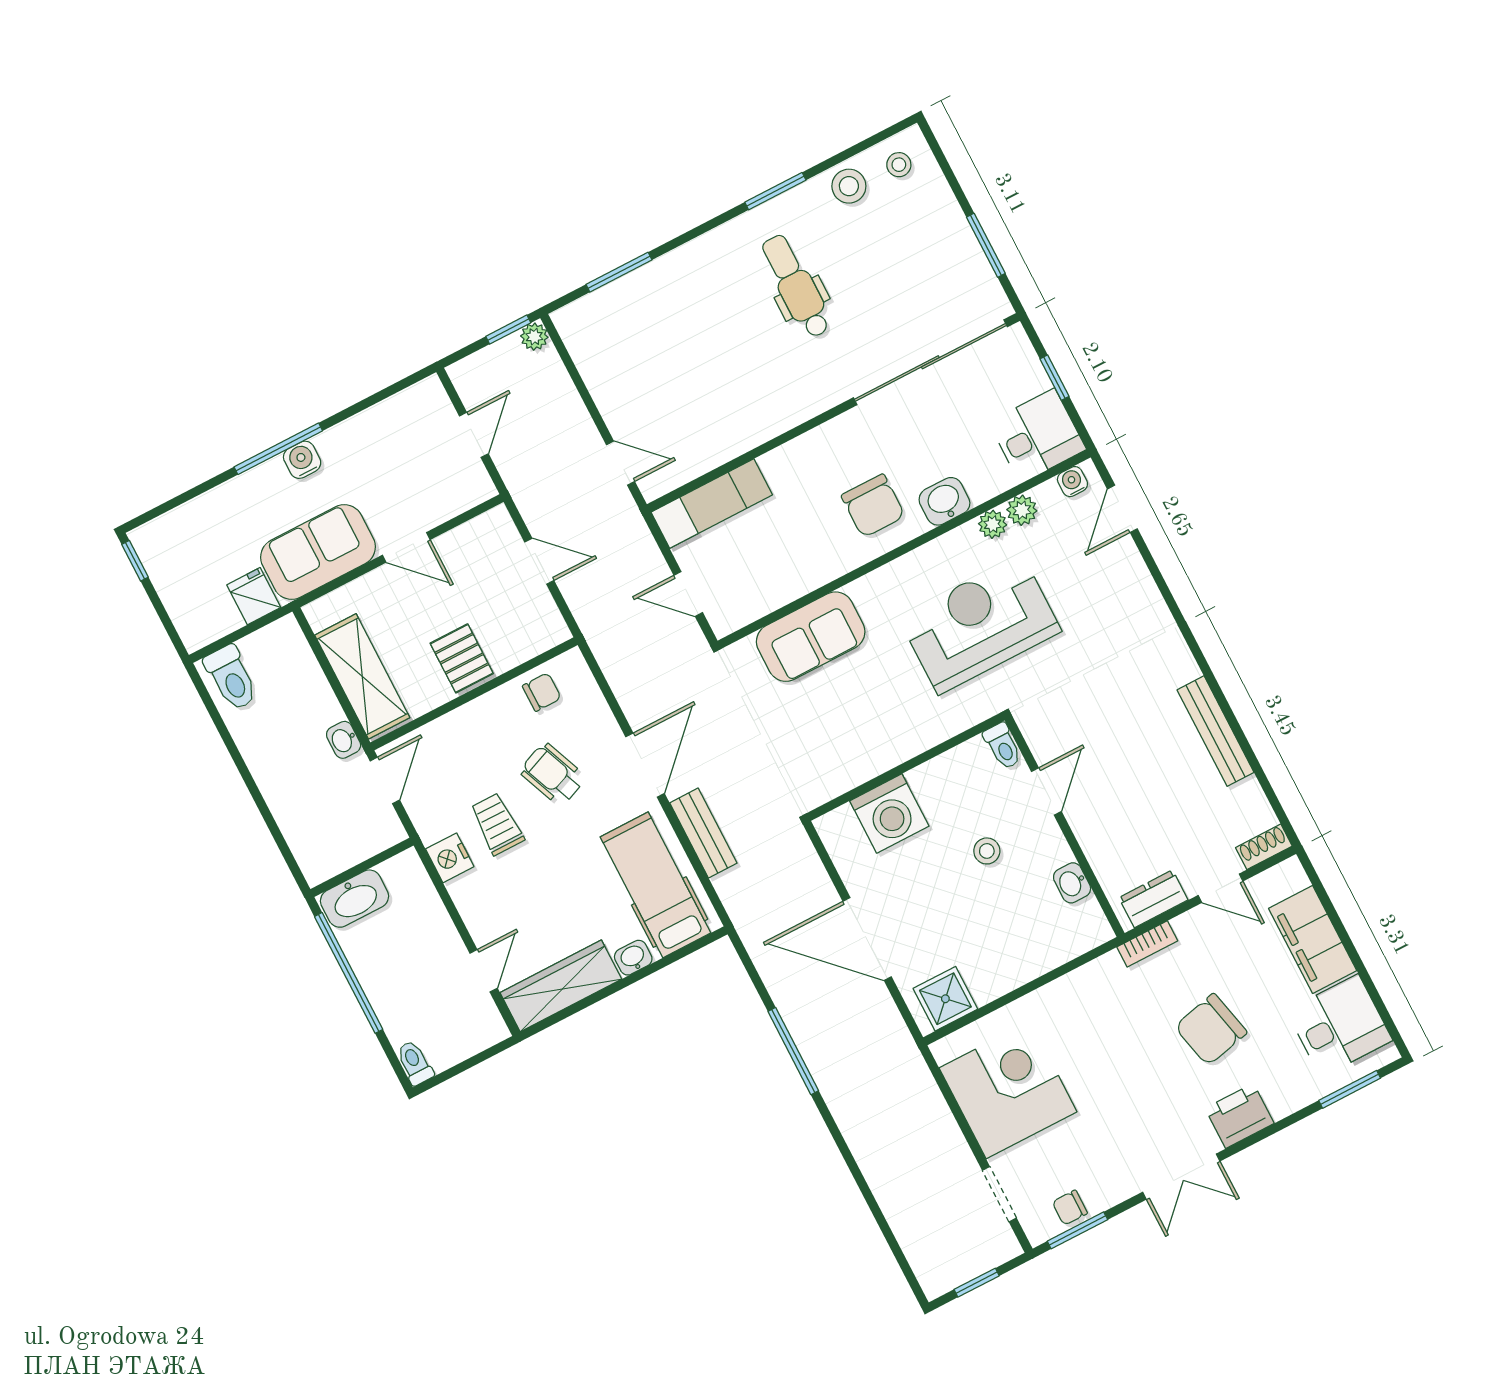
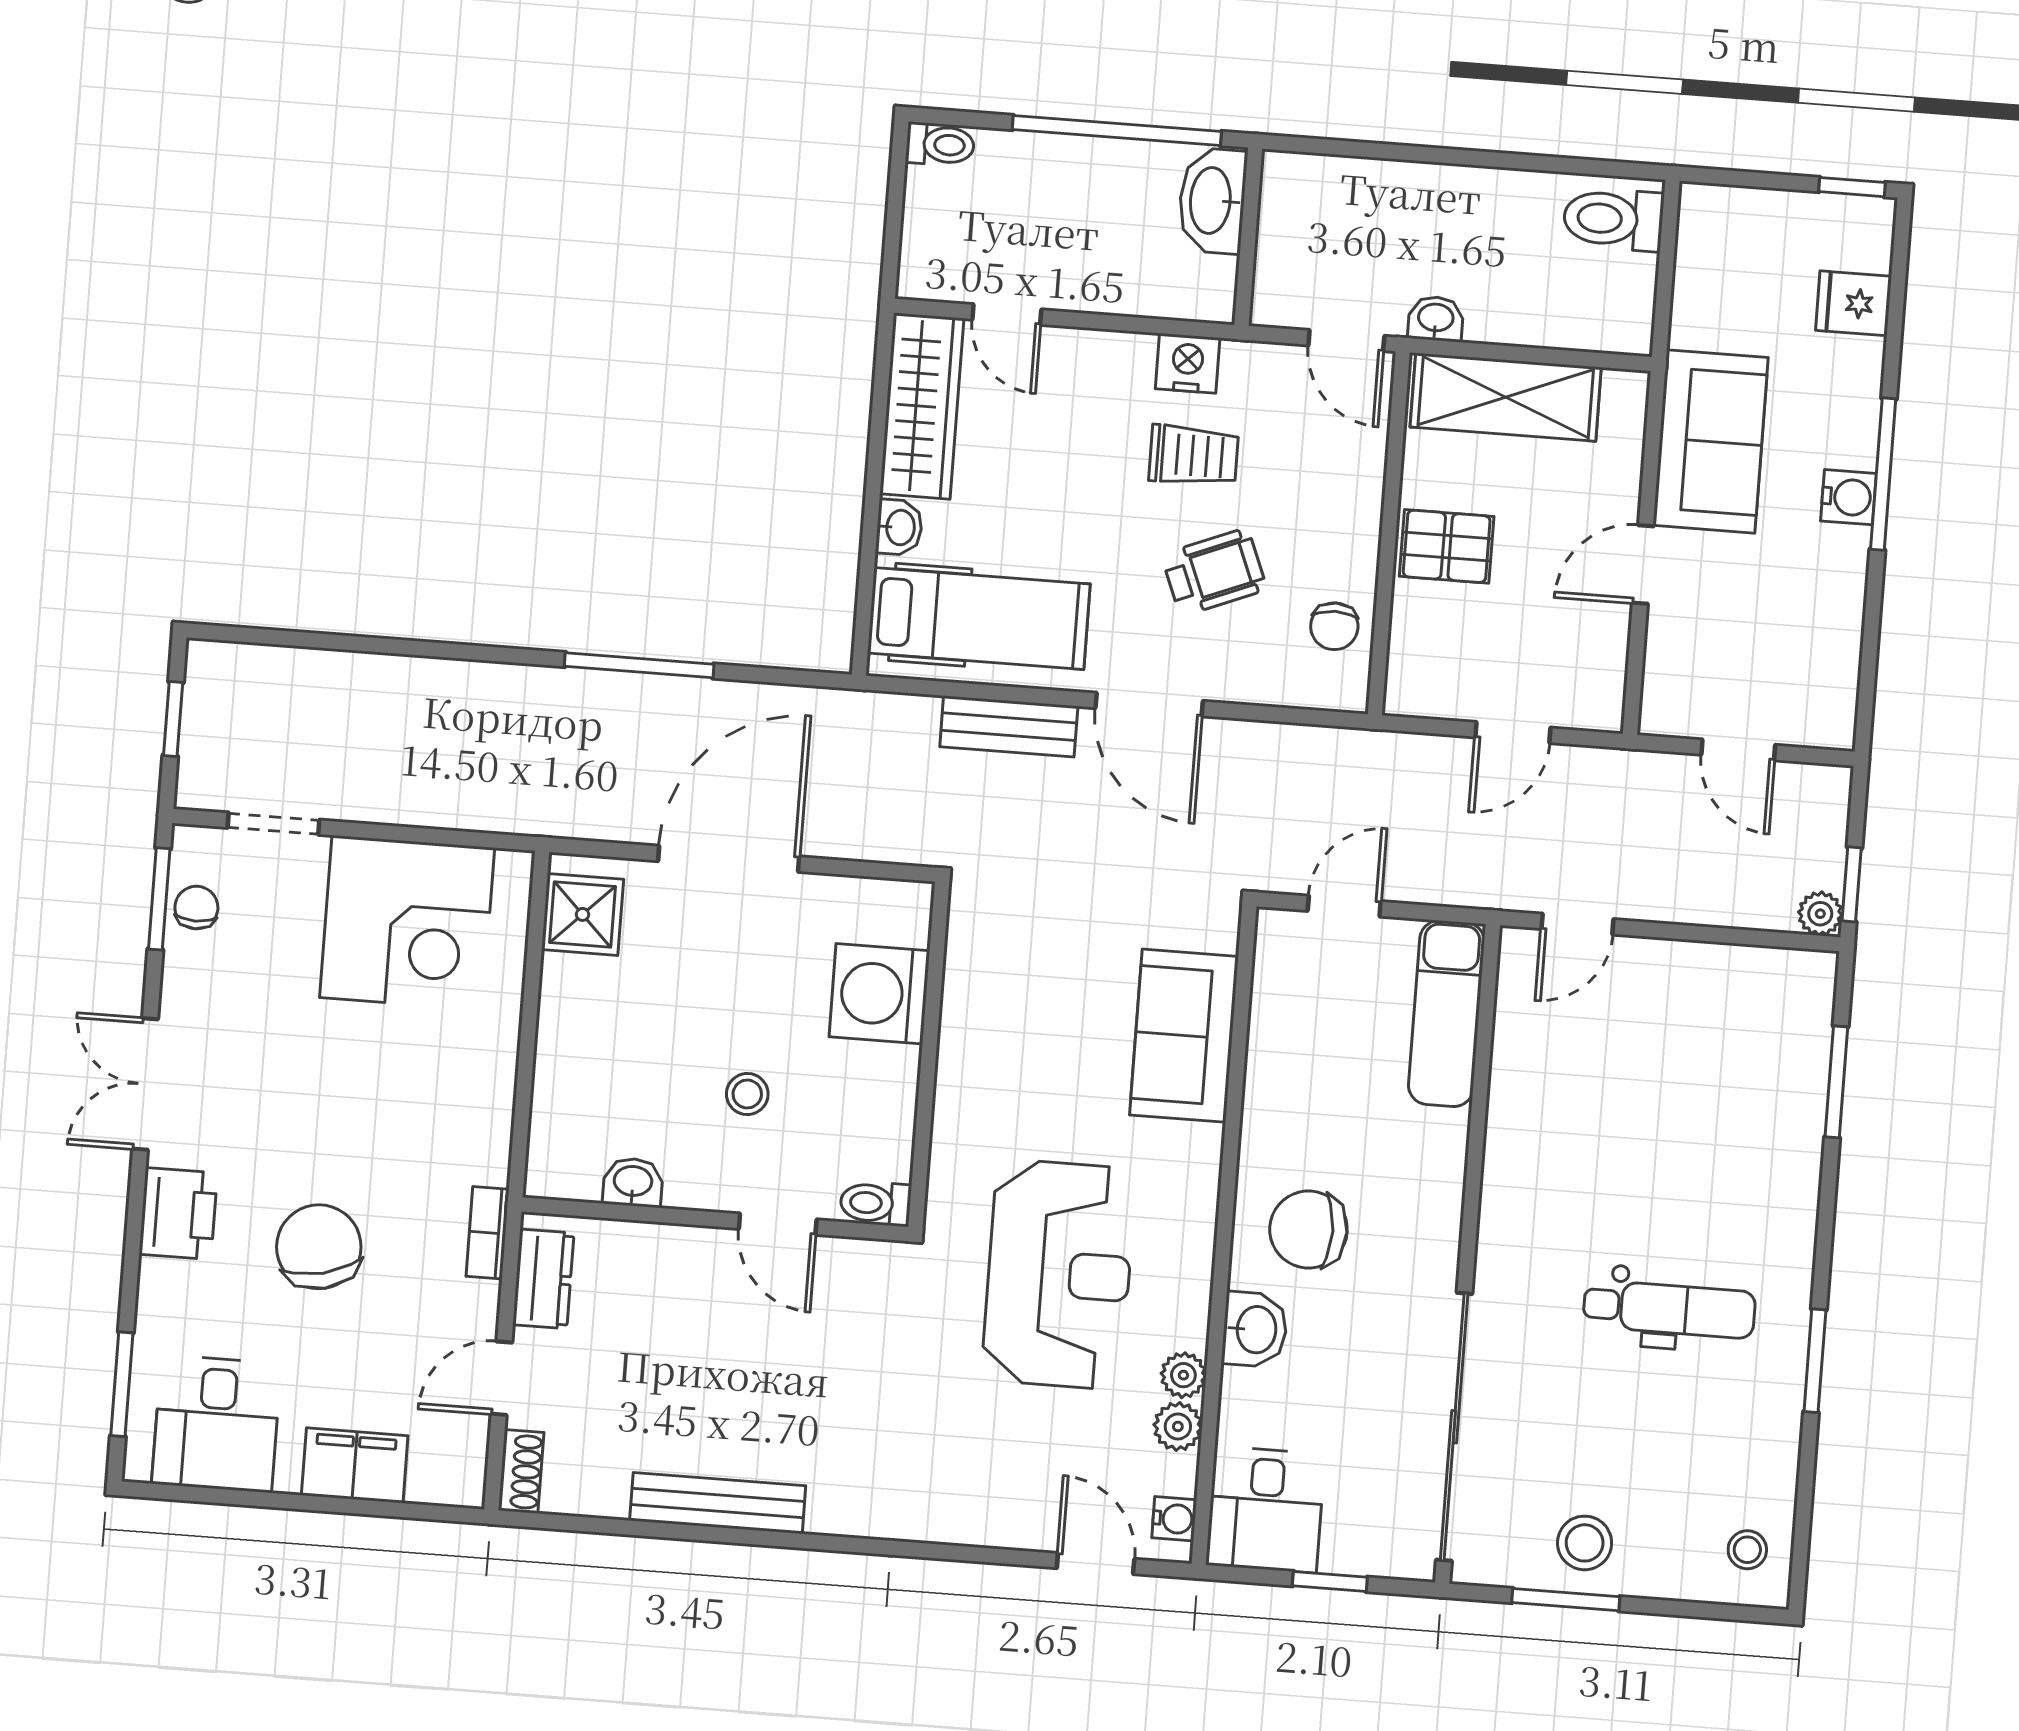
stool: (849, 186) -> (1585, 1543), moved
fridge: (254, 596) -> (1853, 303), moved, turned 180
filing cabinet: (1313, 939) -> (355, 1465), width x0.67, depth x0.86

